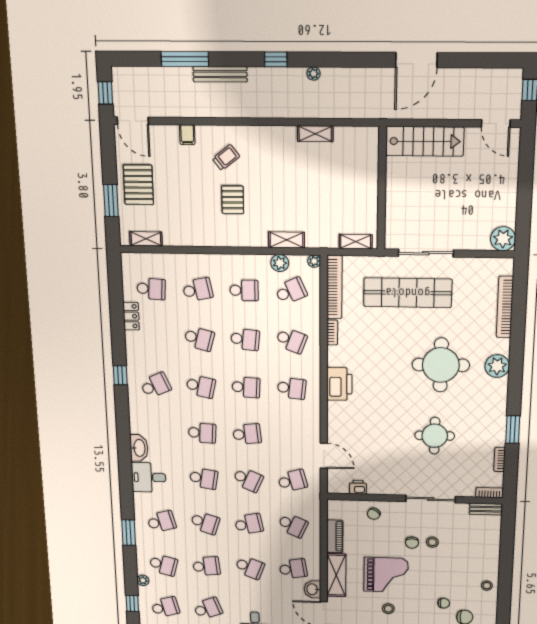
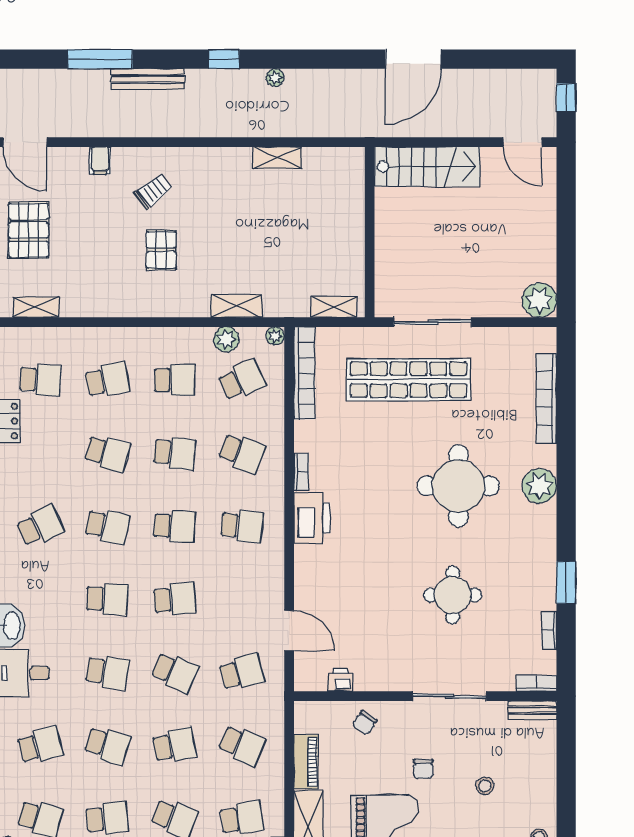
bookcase: (332, 332) -> (301, 472), moved
stool: (432, 542) -> (485, 786), moved

